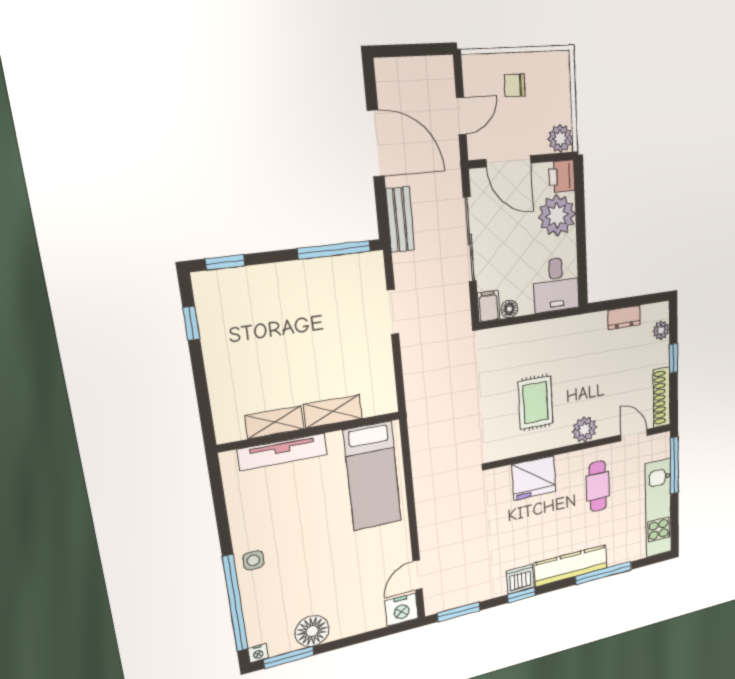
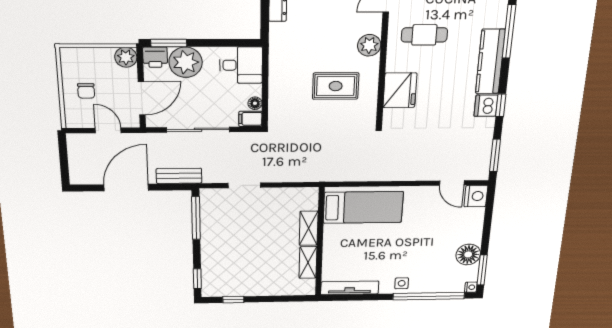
window: (579, 192) -> (169, 43), added
tv unit: (283, 452) -> (350, 288), moved, turned -90

